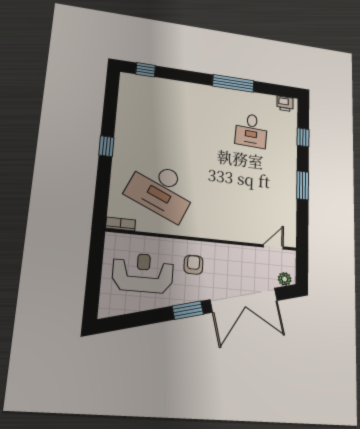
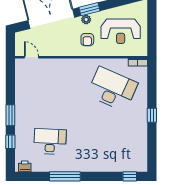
desk: (251, 130) -> (50, 141), width x1.37
window: (303, 185) -> (10, 115), moved
door: (273, 247) -> (31, 57), swing flipped
plant: (285, 279) -> (86, 20), moved

